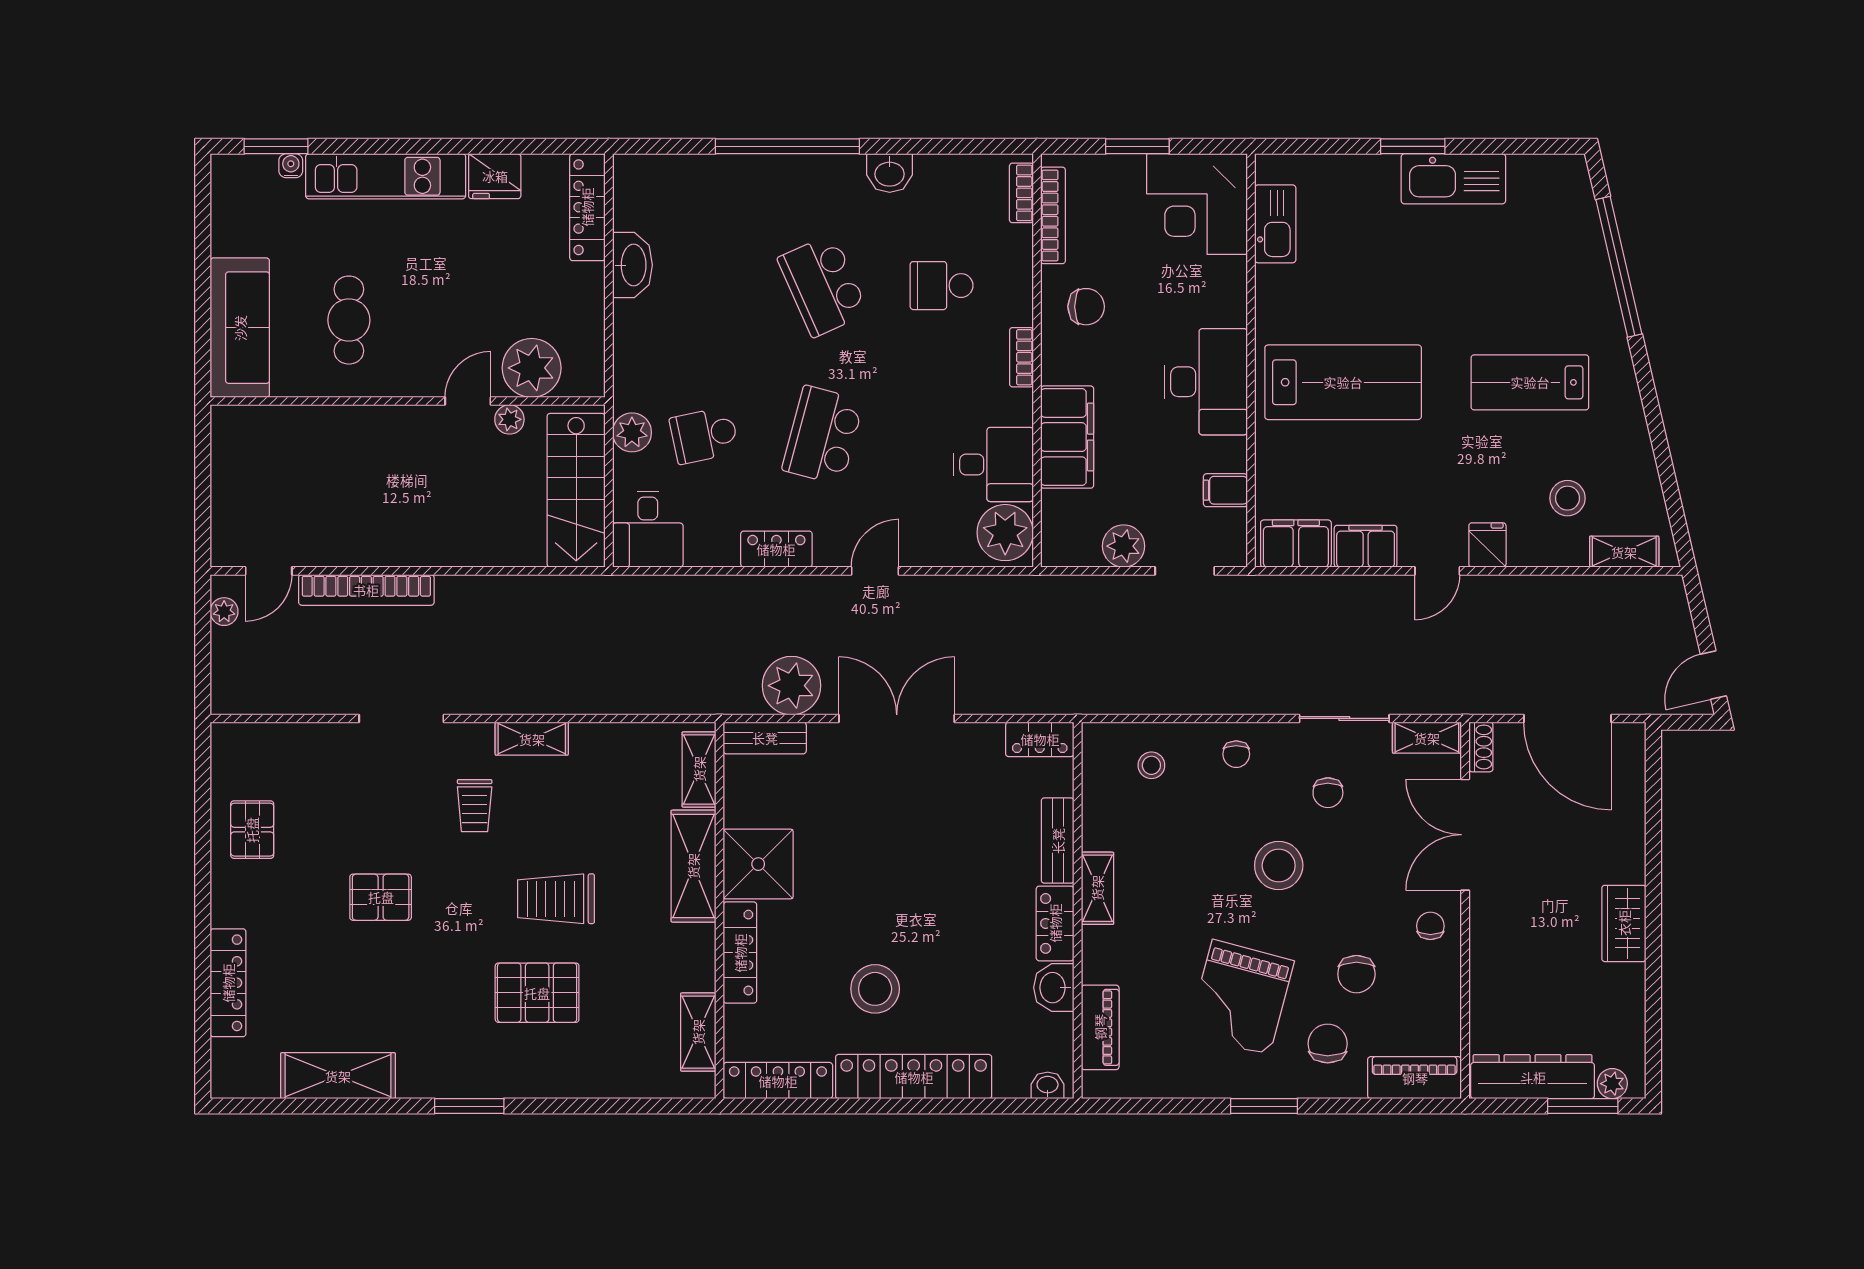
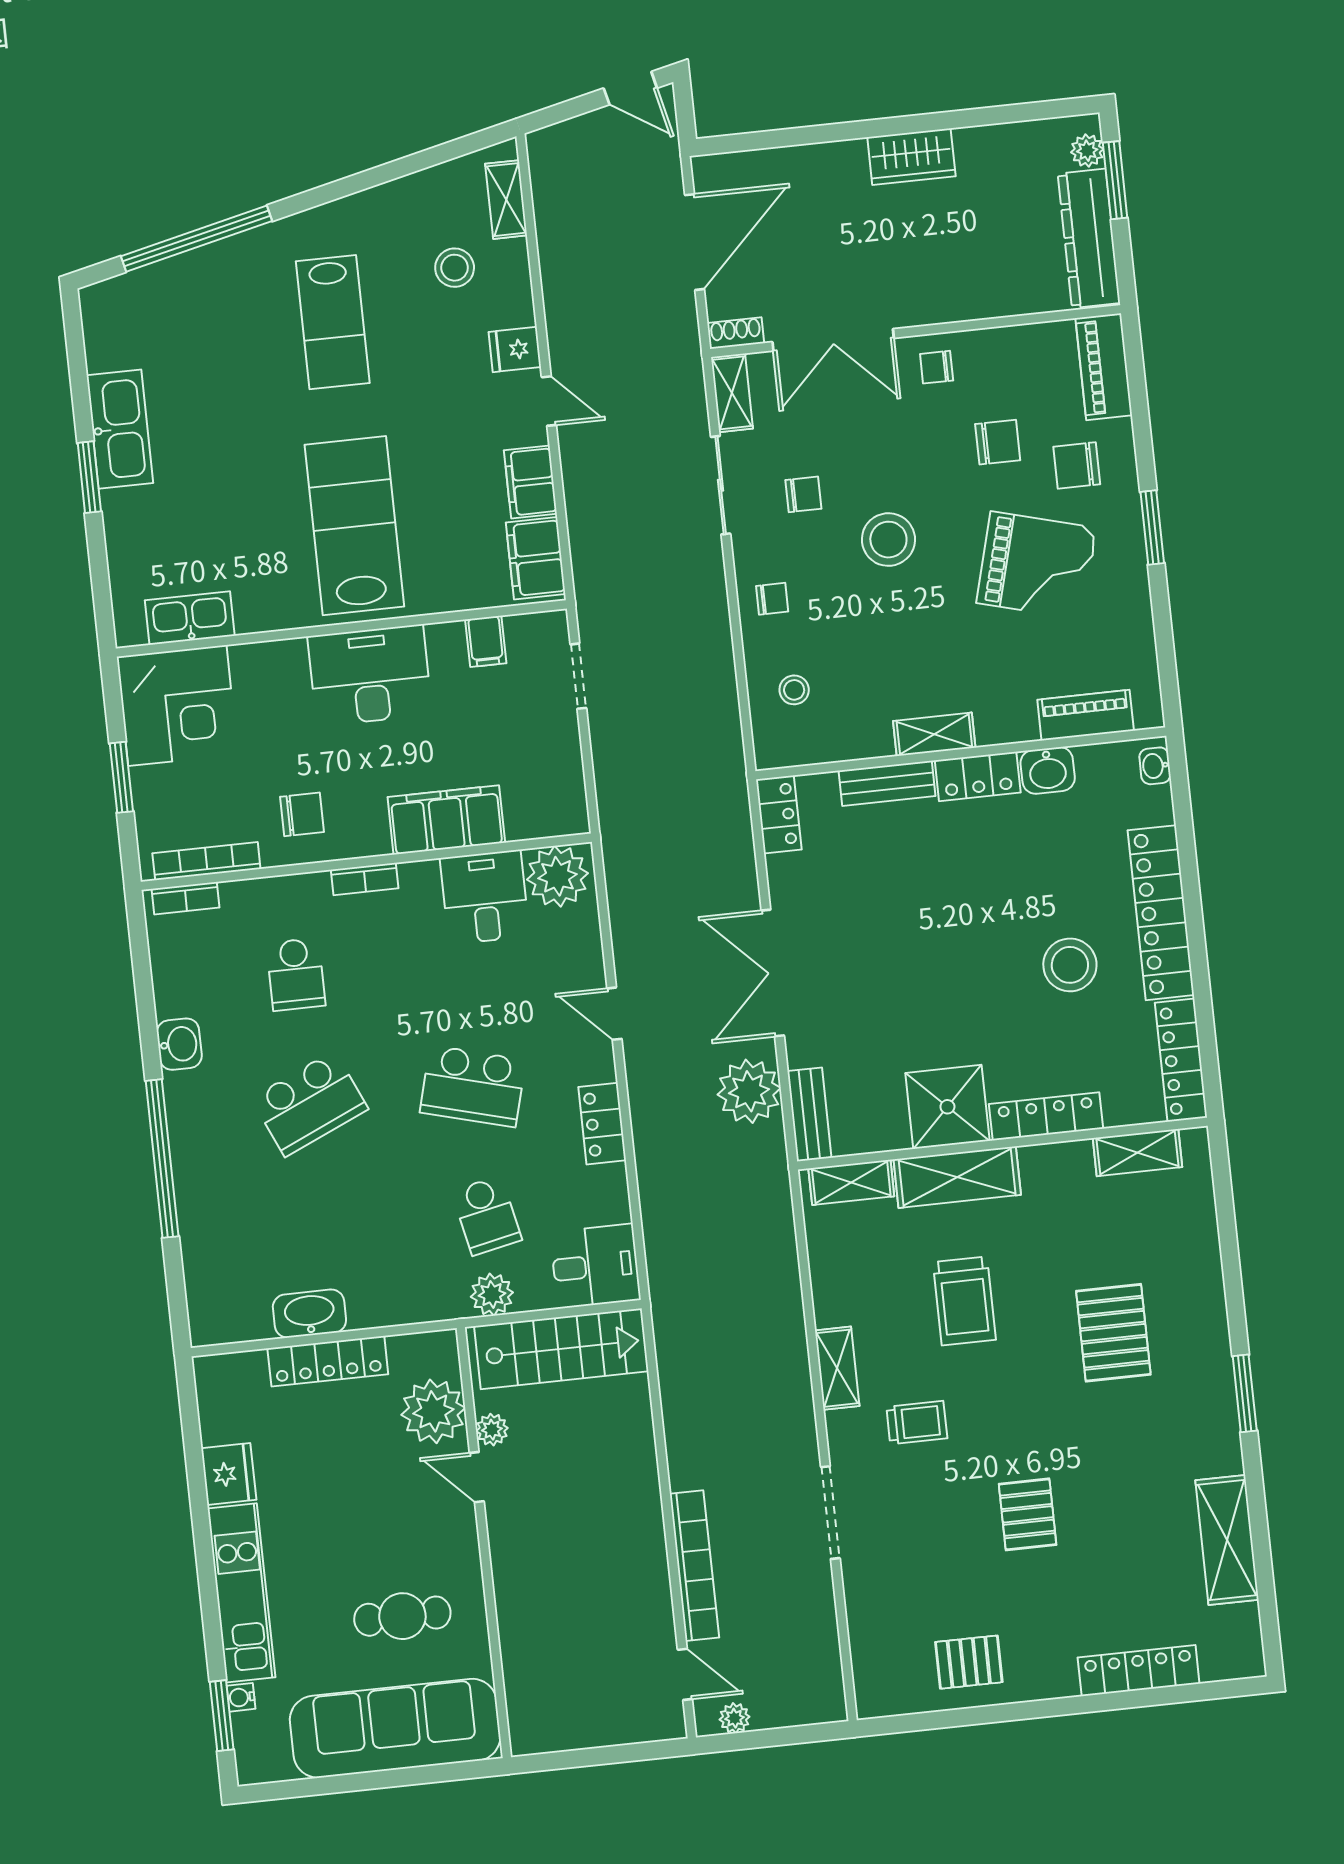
locker: (587, 207) -> (328, 1361), moved
chair: (1086, 307) -> (302, 814), turned 90
sofa: (240, 328) -> (395, 1728), width x1.36, depth x1.27
plant: (1124, 546) -> (558, 746), removed
trolley: (556, 899) -> (964, 1301), moved

